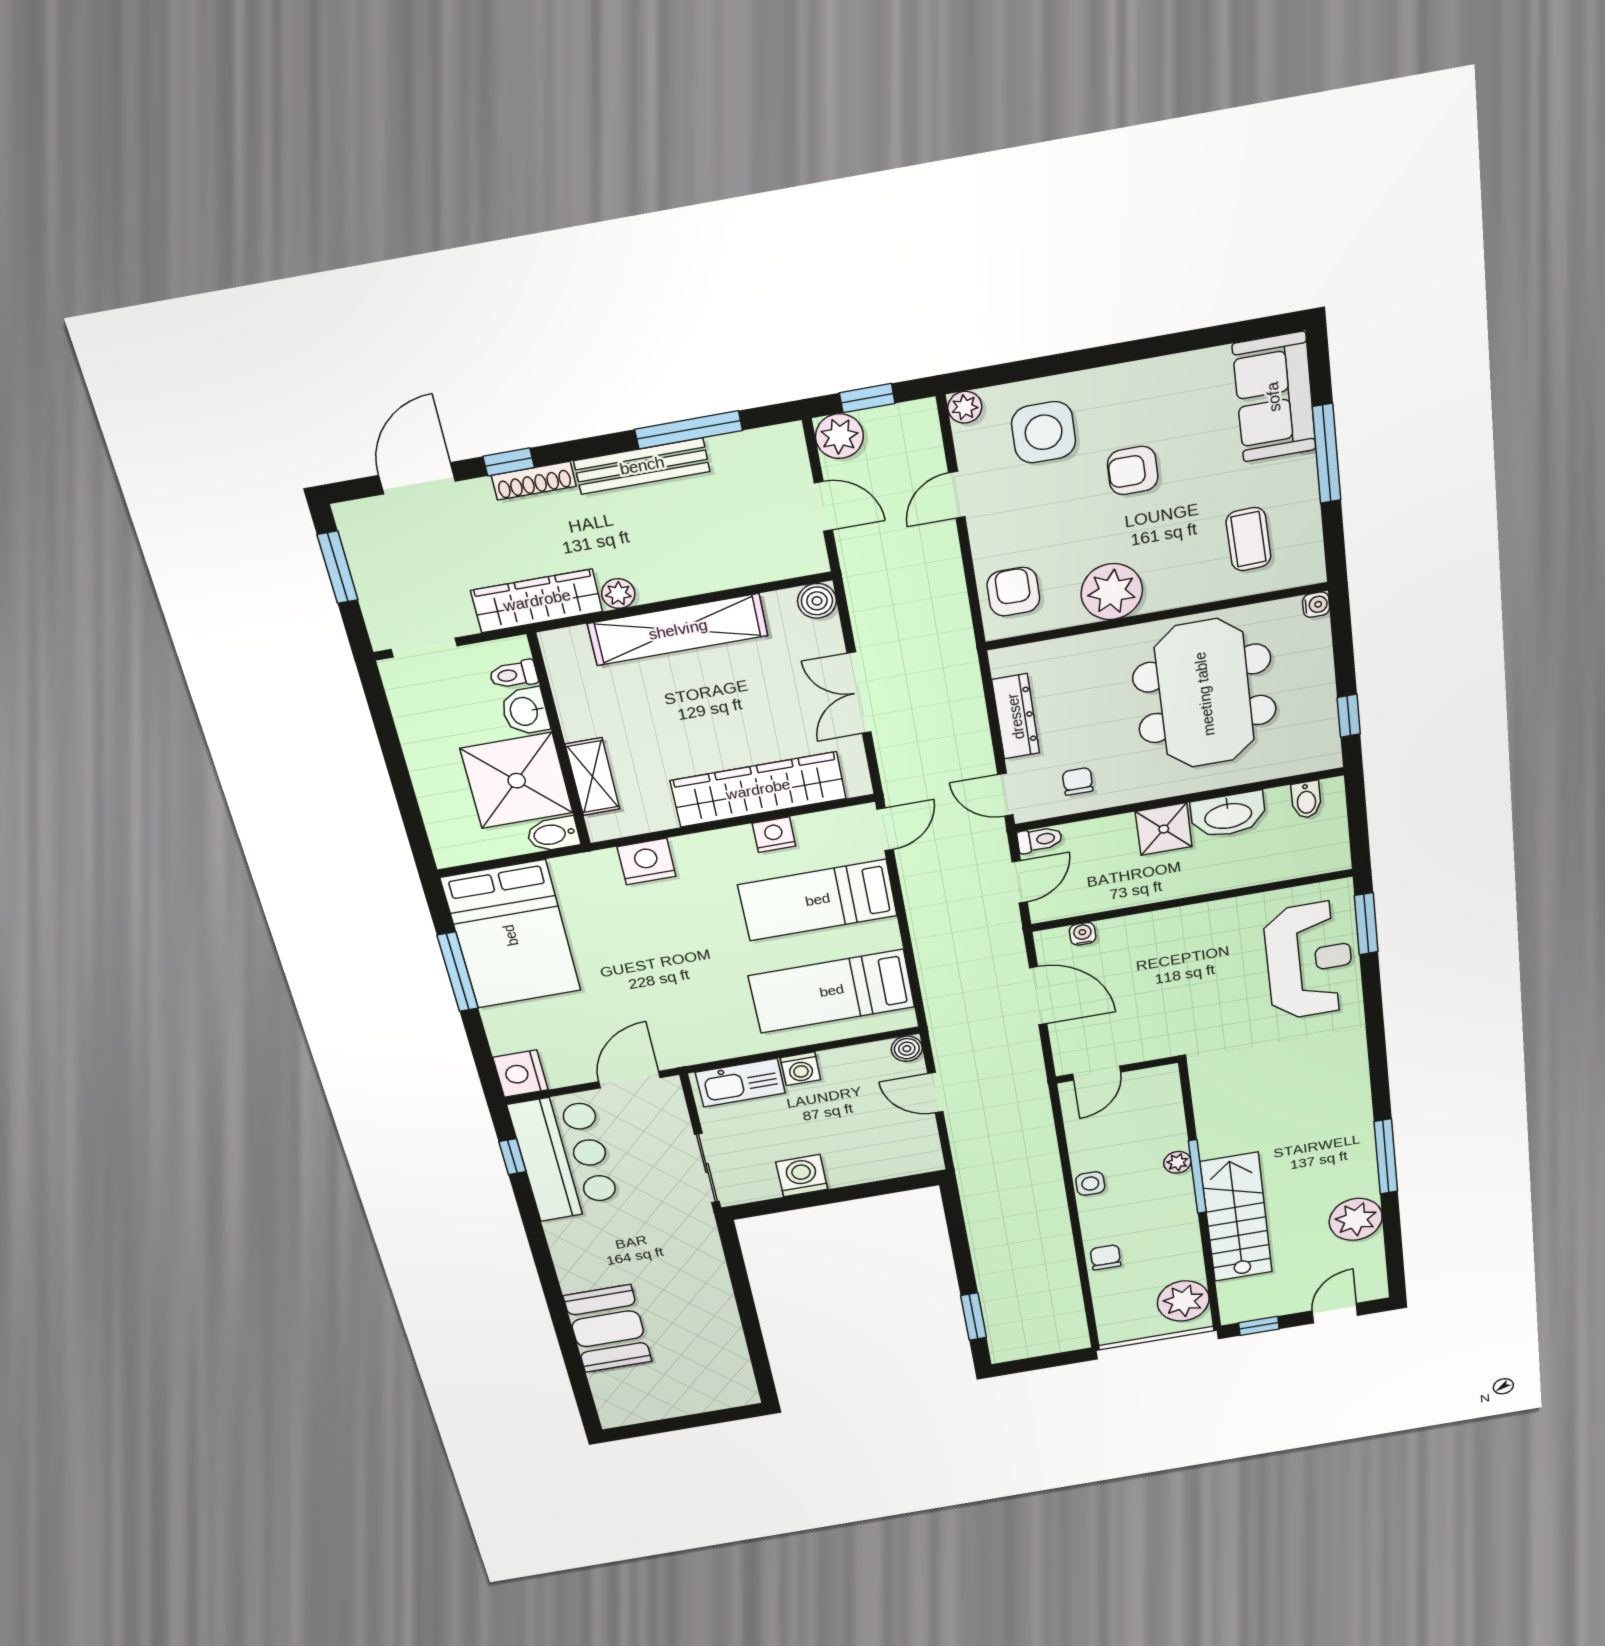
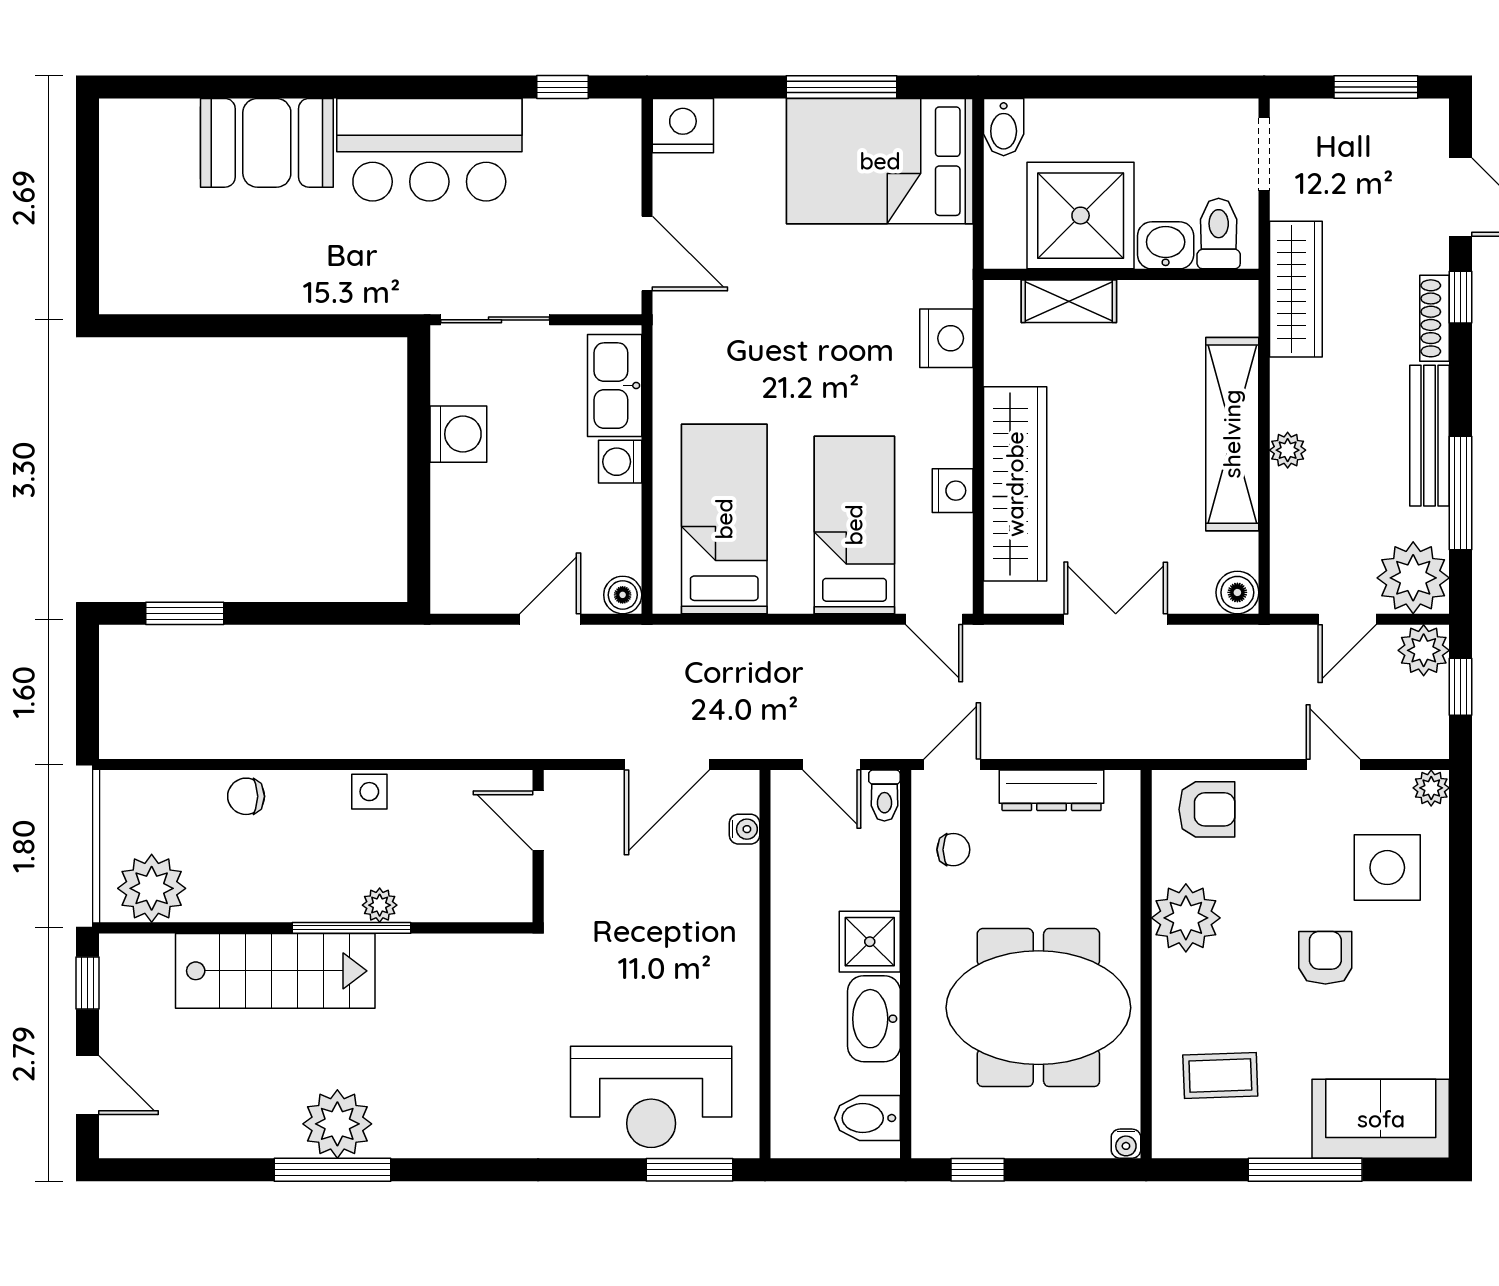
plant: (775, 457) -> (1413, 578), added
plant: (618, 594) -> (1288, 450), moved
toilet: (514, 675) -> (1219, 234), width x1.37, depth x1.39
bidet: (1306, 800) -> (867, 1118), width x1.38, depth x1.36
bidet: (553, 834) -> (1004, 127), moved, turned 180
bar counter: (564, 1157) -> (429, 150), moved
plant: (1356, 1219) -> (337, 1124), moved
chair: (1106, 1257) -> (246, 796), turned 180

